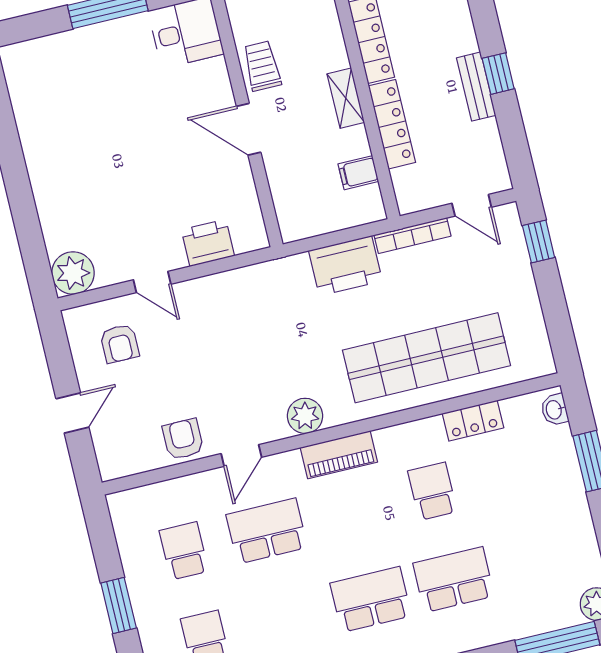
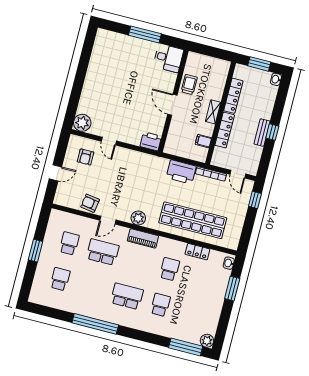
printer: (208, 243) -> (151, 141), moved
armchair: (183, 439) -> (90, 203), turned -81
school desk: (454, 580) -> (160, 305), width x0.54

